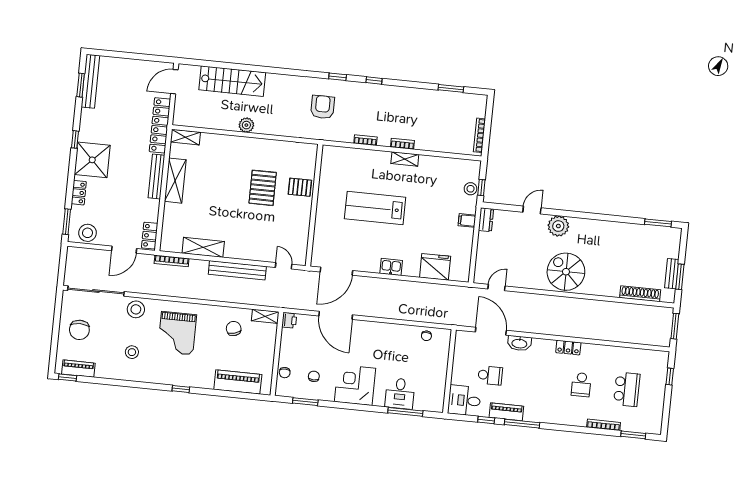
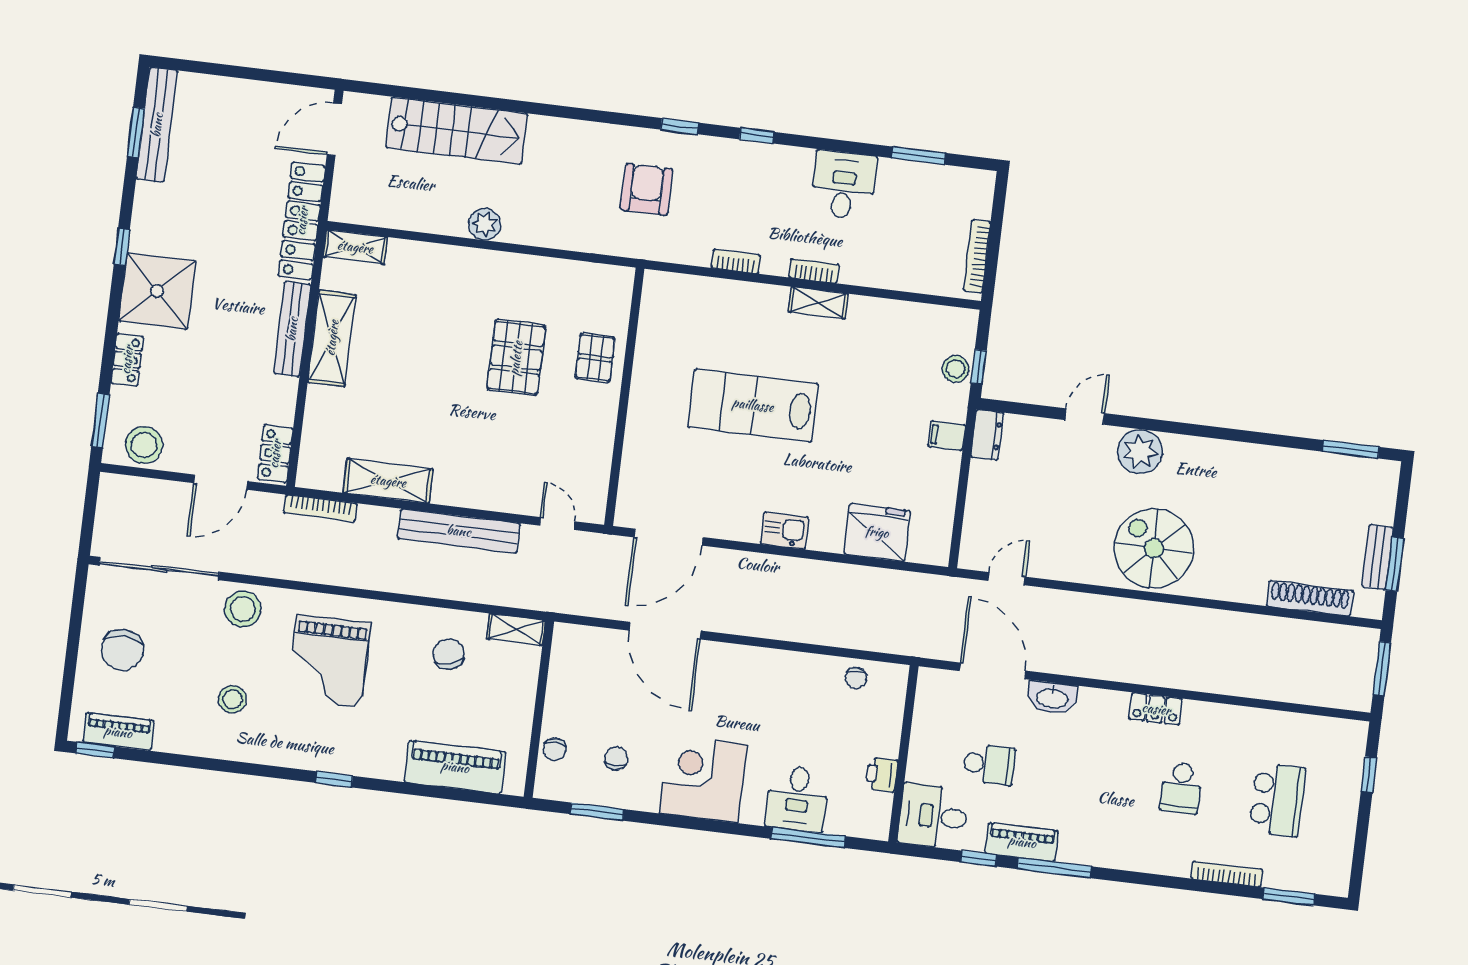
desk: (416, 103) -> (844, 185), added
pallet: (300, 187) -> (595, 358), turned 90
printer: (289, 320) -> (882, 774), moved, turned 180

